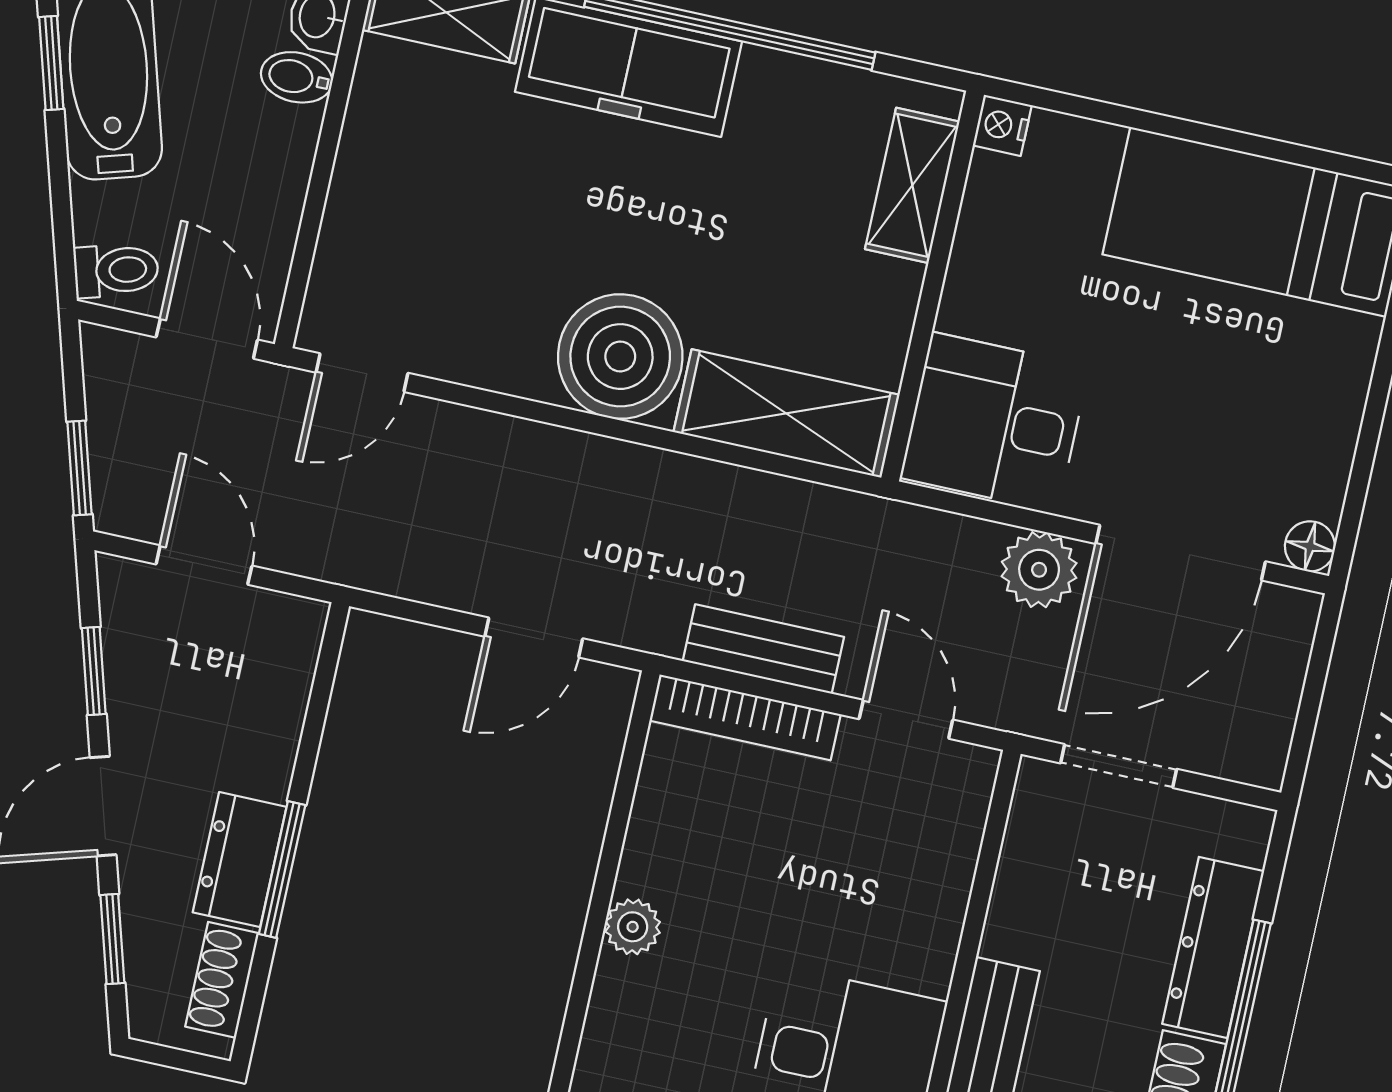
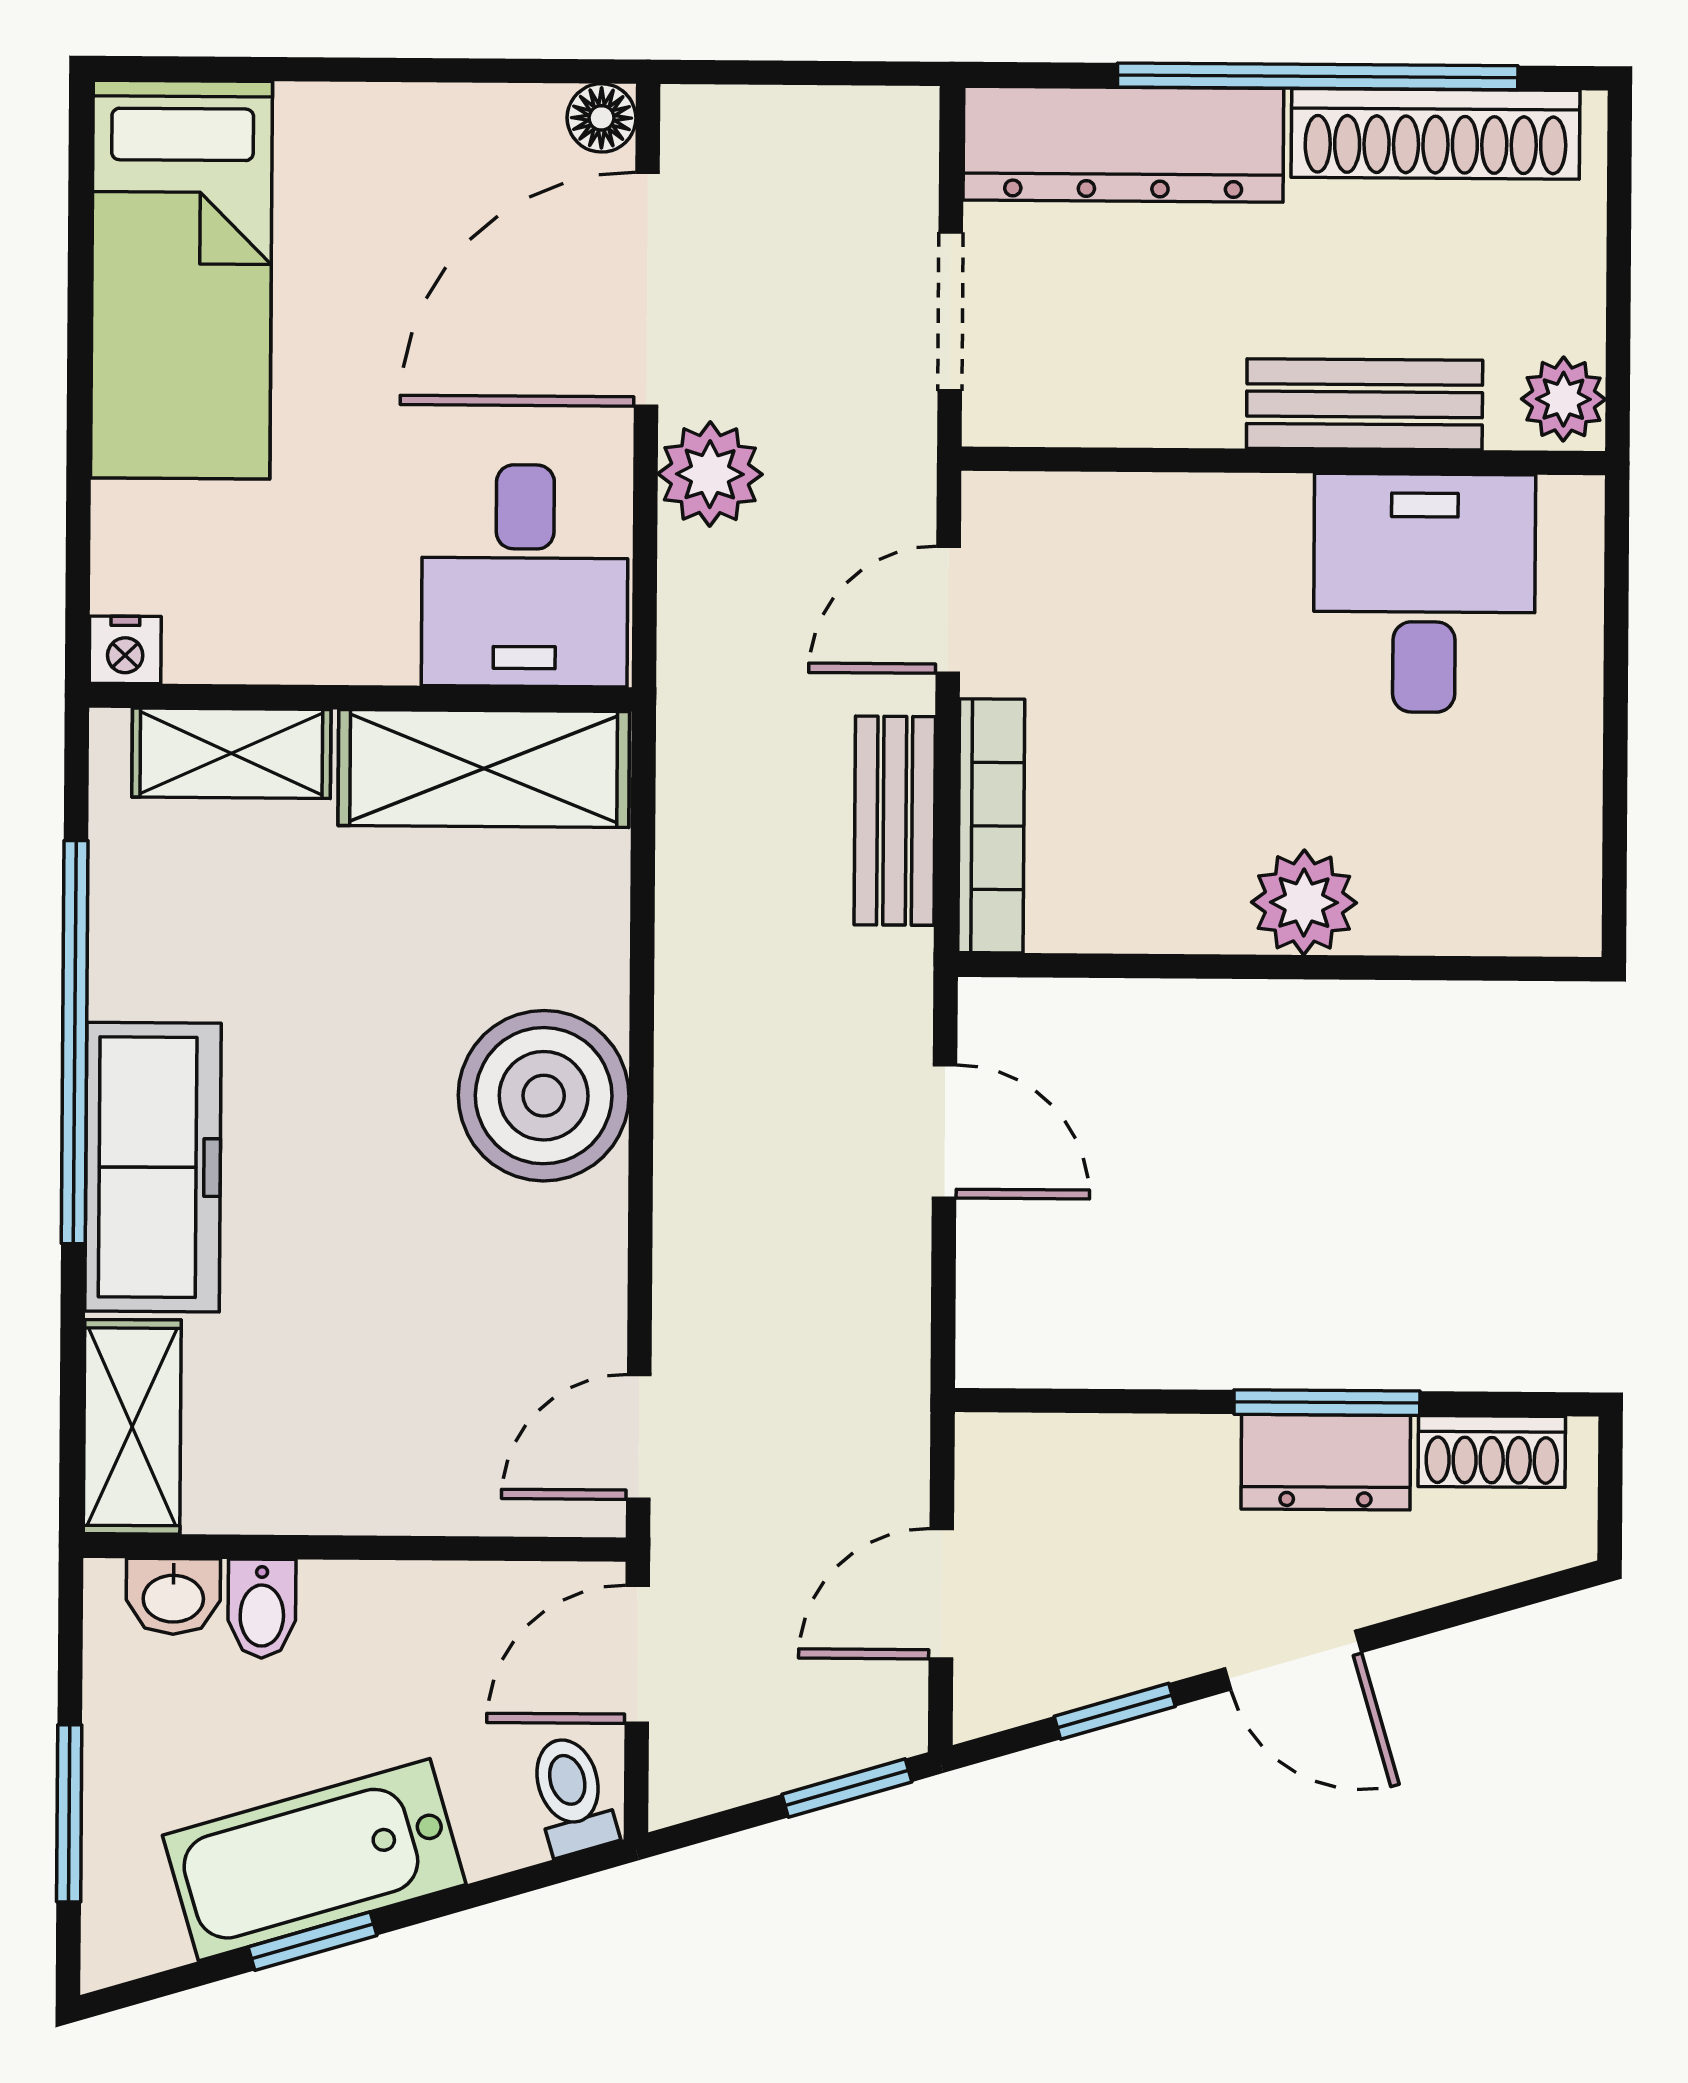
door: (362, 373) -> (639, 1437), swing flipped
shelving: (786, 413) -> (484, 768), moved, turned 90
door: (1181, 553) -> (647, 289), swing flipped
plant: (633, 927) -> (1304, 902), width x1.38, depth x1.38
window: (112, 939) -> (1468, 1610), removed
dresser: (1213, 948) -> (1123, 144), width x1.37, depth x1.24

